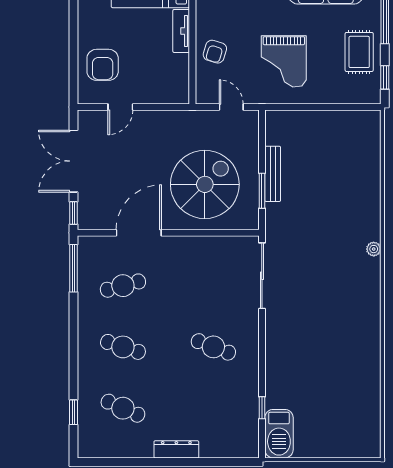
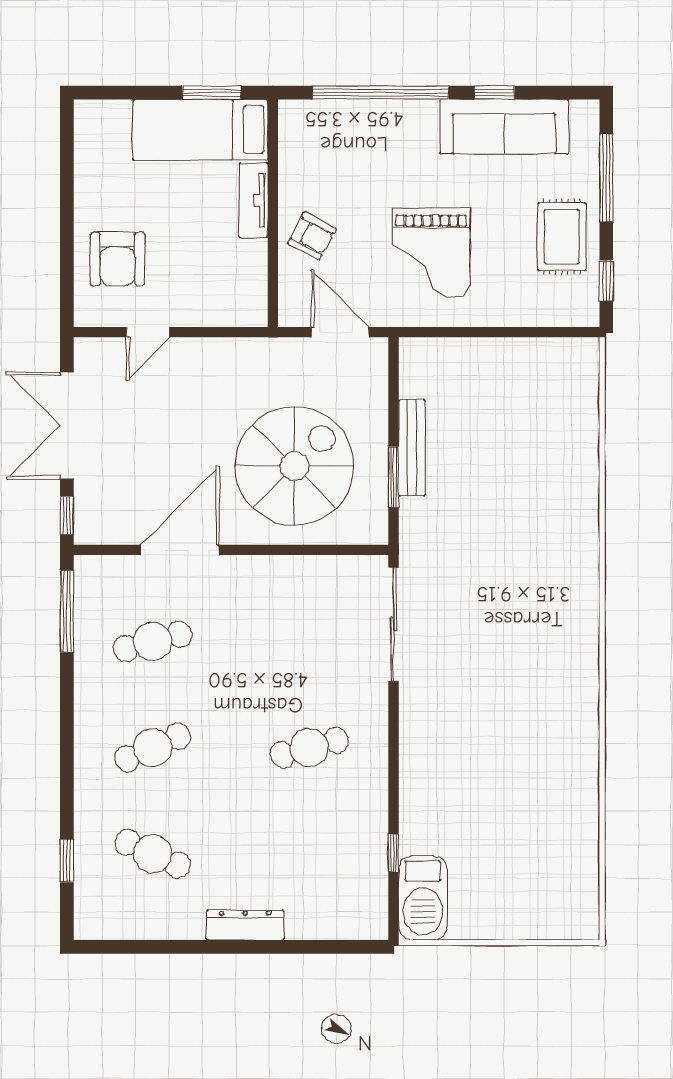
armchair: (215, 52) -> (312, 236), turned -79
door: (231, 107) -> (340, 332), width x1.38
plant: (374, 249) -> (587, 578), removed
cafe table: (123, 347) -> (153, 748), turned -42
cafe table: (213, 347) -> (309, 748), turned -36

